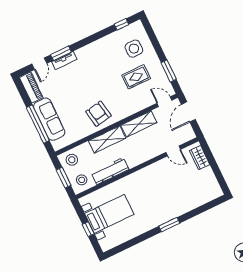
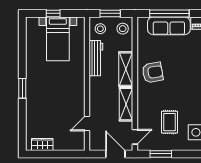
wardrobe: (200, 158) -> (42, 144), moved

